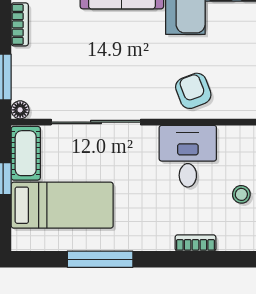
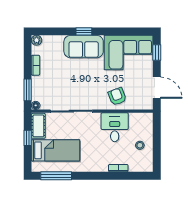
window: (100, 259) -> (56, 176), moved

